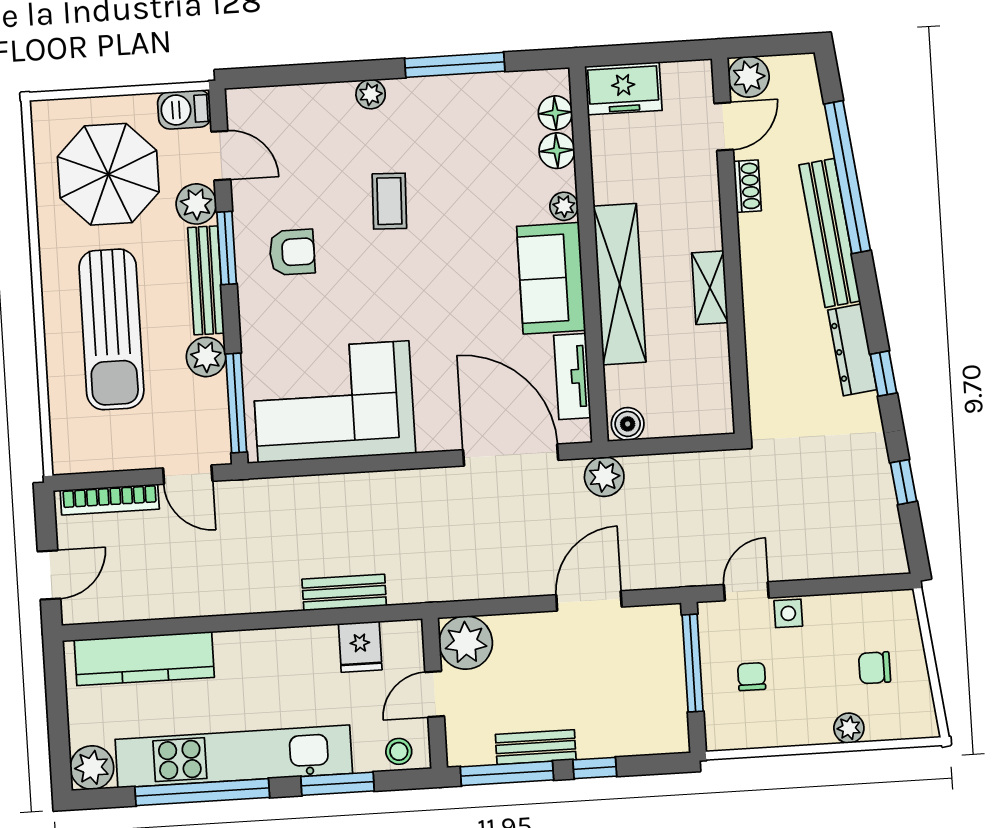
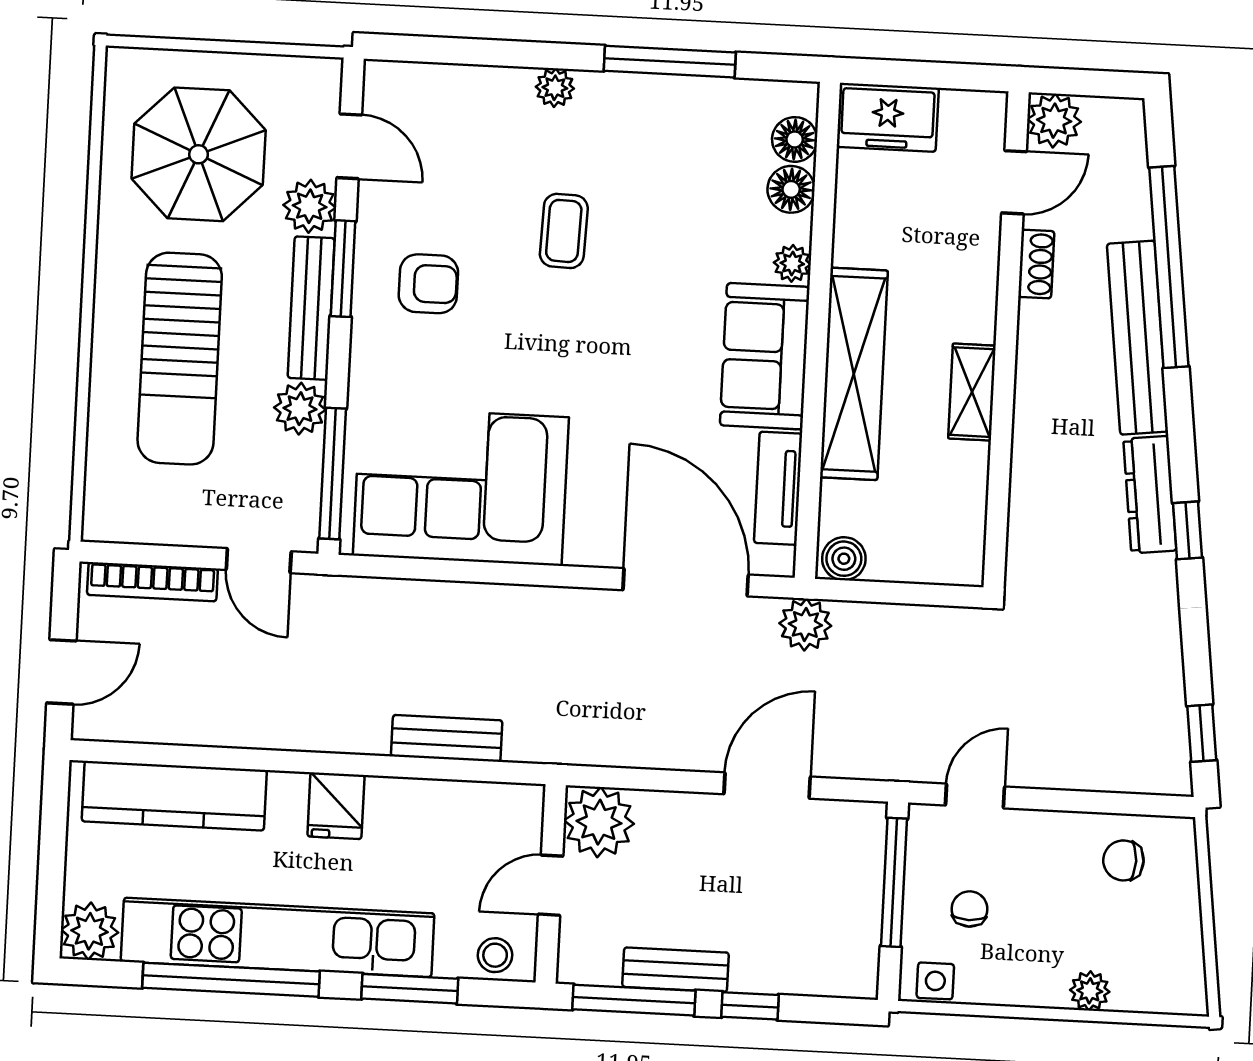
barbecue: (184, 110) -> (308, 80), removed
window: (903, 482) -> (1202, 733), moved
side table: (788, 613) -> (935, 981), moved
fridge: (360, 647) -> (336, 806), moved
chair: (875, 668) -> (1123, 860), moved

